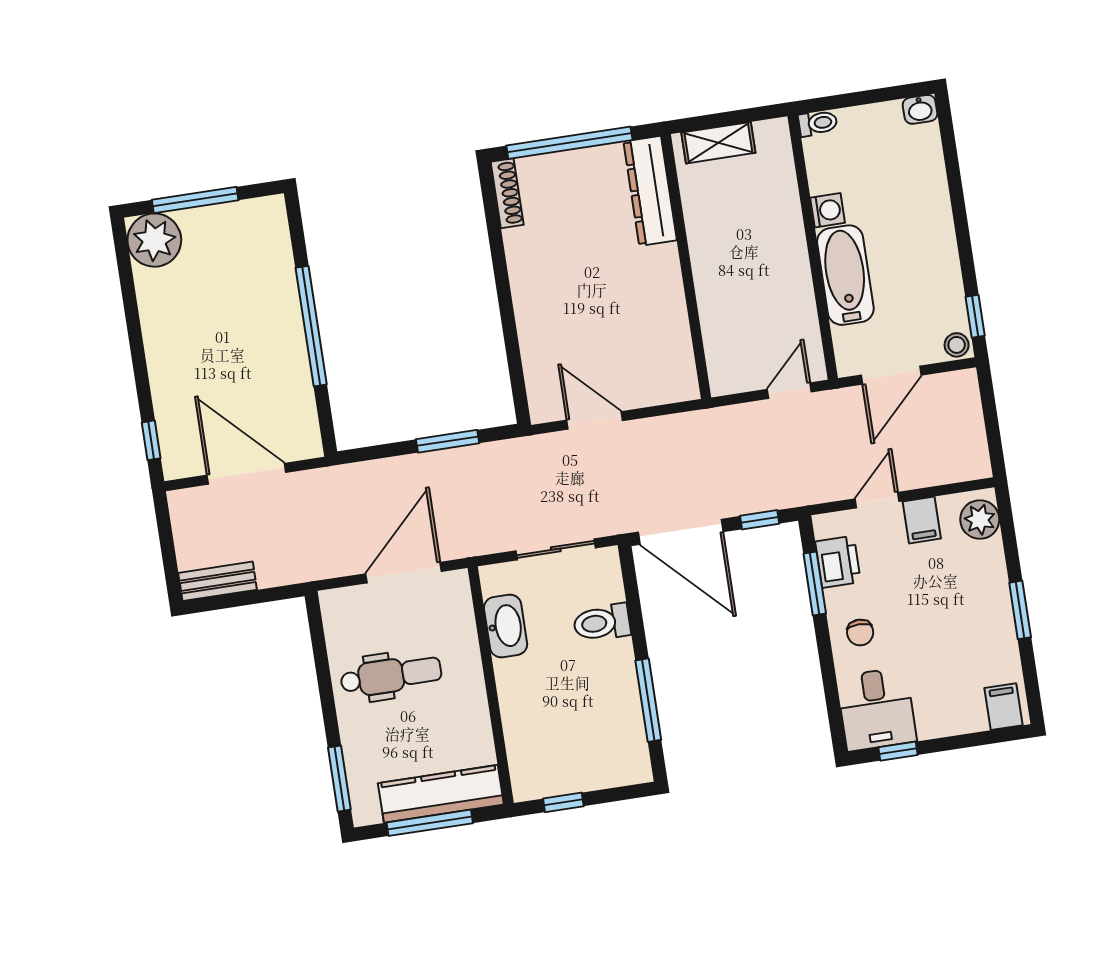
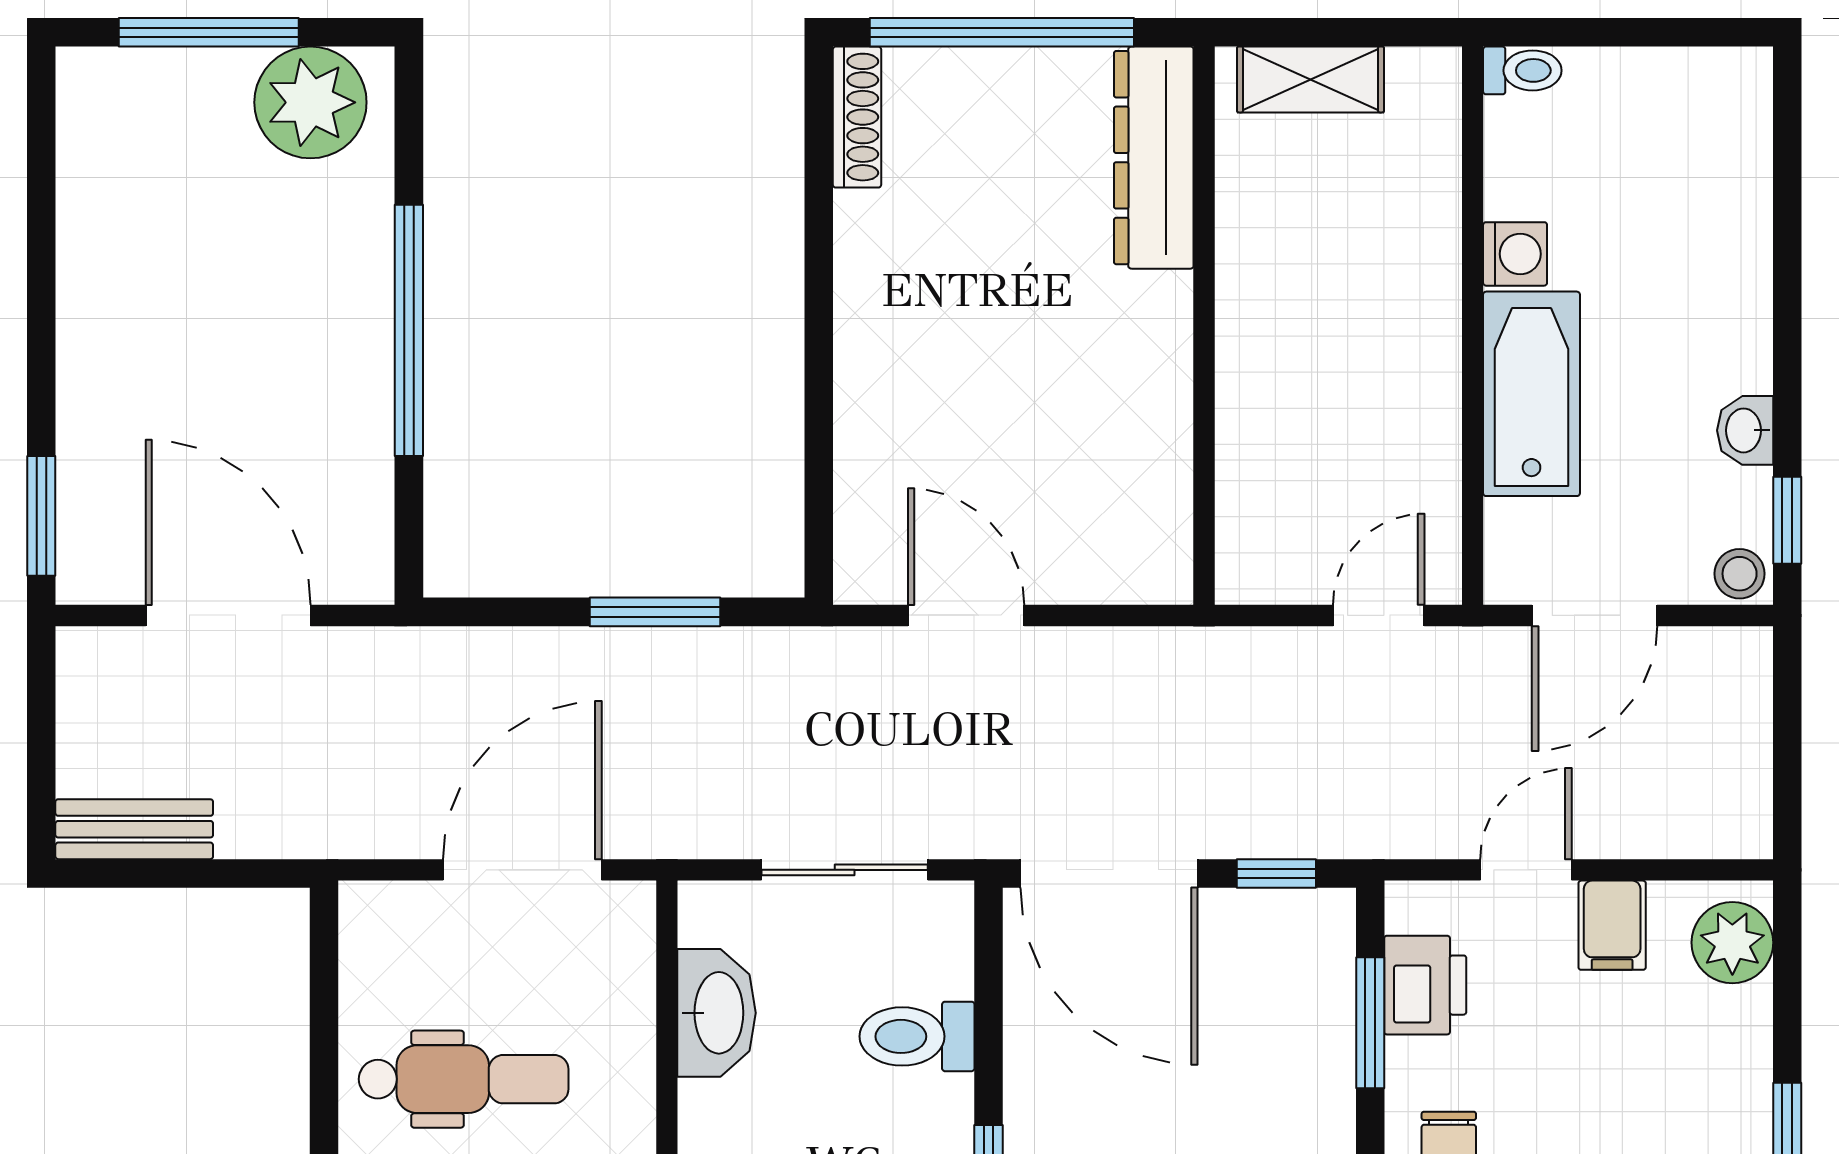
washbasin: (920, 109) -> (1745, 430), moved, turned 90
plant: (154, 240) -> (310, 102), moved
window: (151, 440) -> (41, 516), width x1.50

